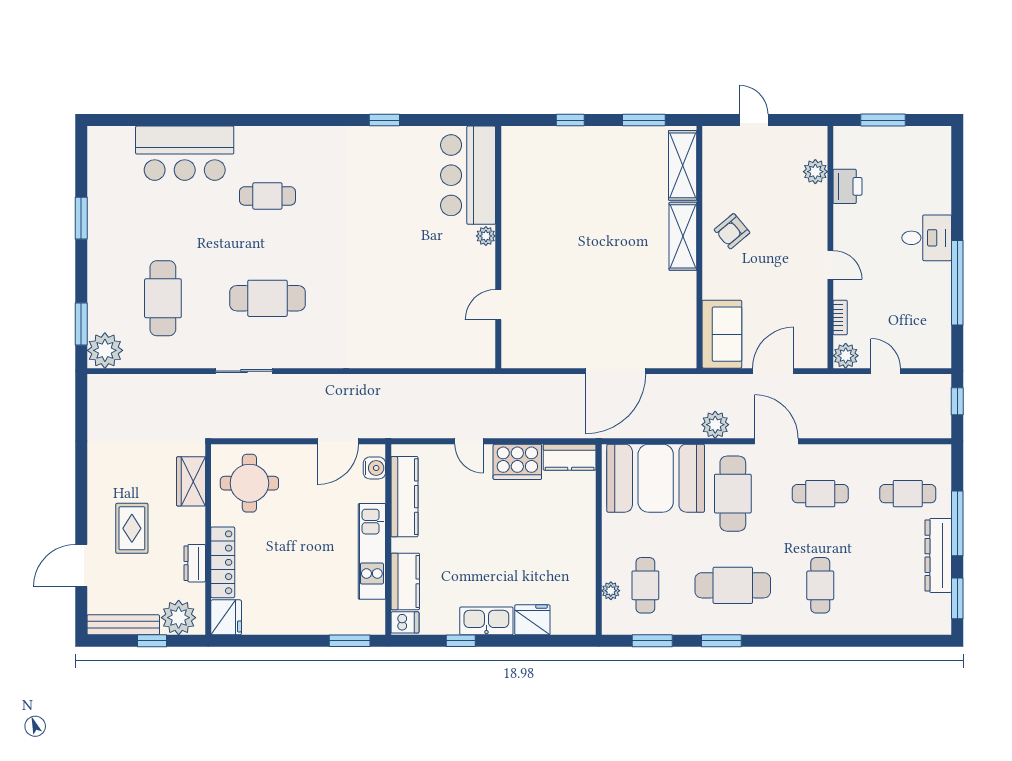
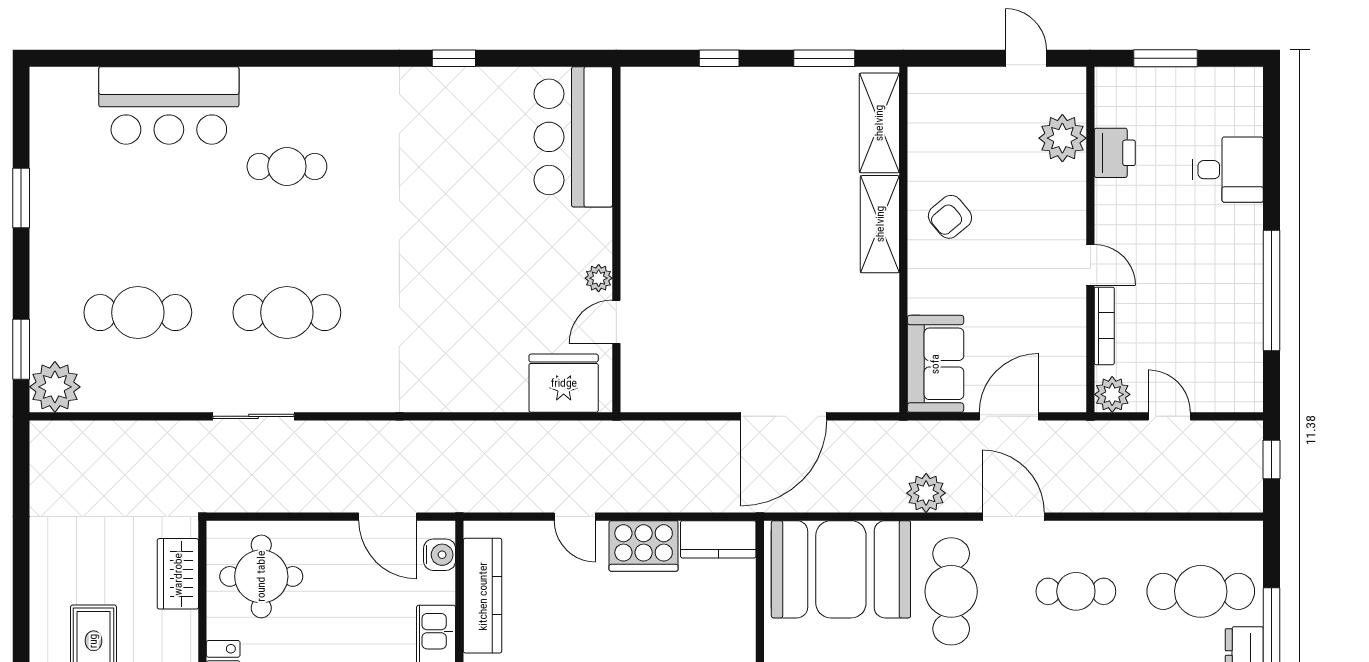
door: (754, 120) -> (1026, 58), moved
plant: (815, 172) -> (1062, 138), width x1.36, depth x1.36
plant: (486, 236) -> (599, 278), moved
desk: (927, 238) -> (1228, 170), moved
cafe table: (163, 298) -> (138, 313), turned 90
bookcase: (840, 317) -> (1104, 326), width x1.56
fridge: (461, 348) -> (564, 383), added
door: (338, 441) -> (388, 517), hinge flipped
cafe table: (908, 494) -> (1201, 591), width x1.37, depth x1.35

